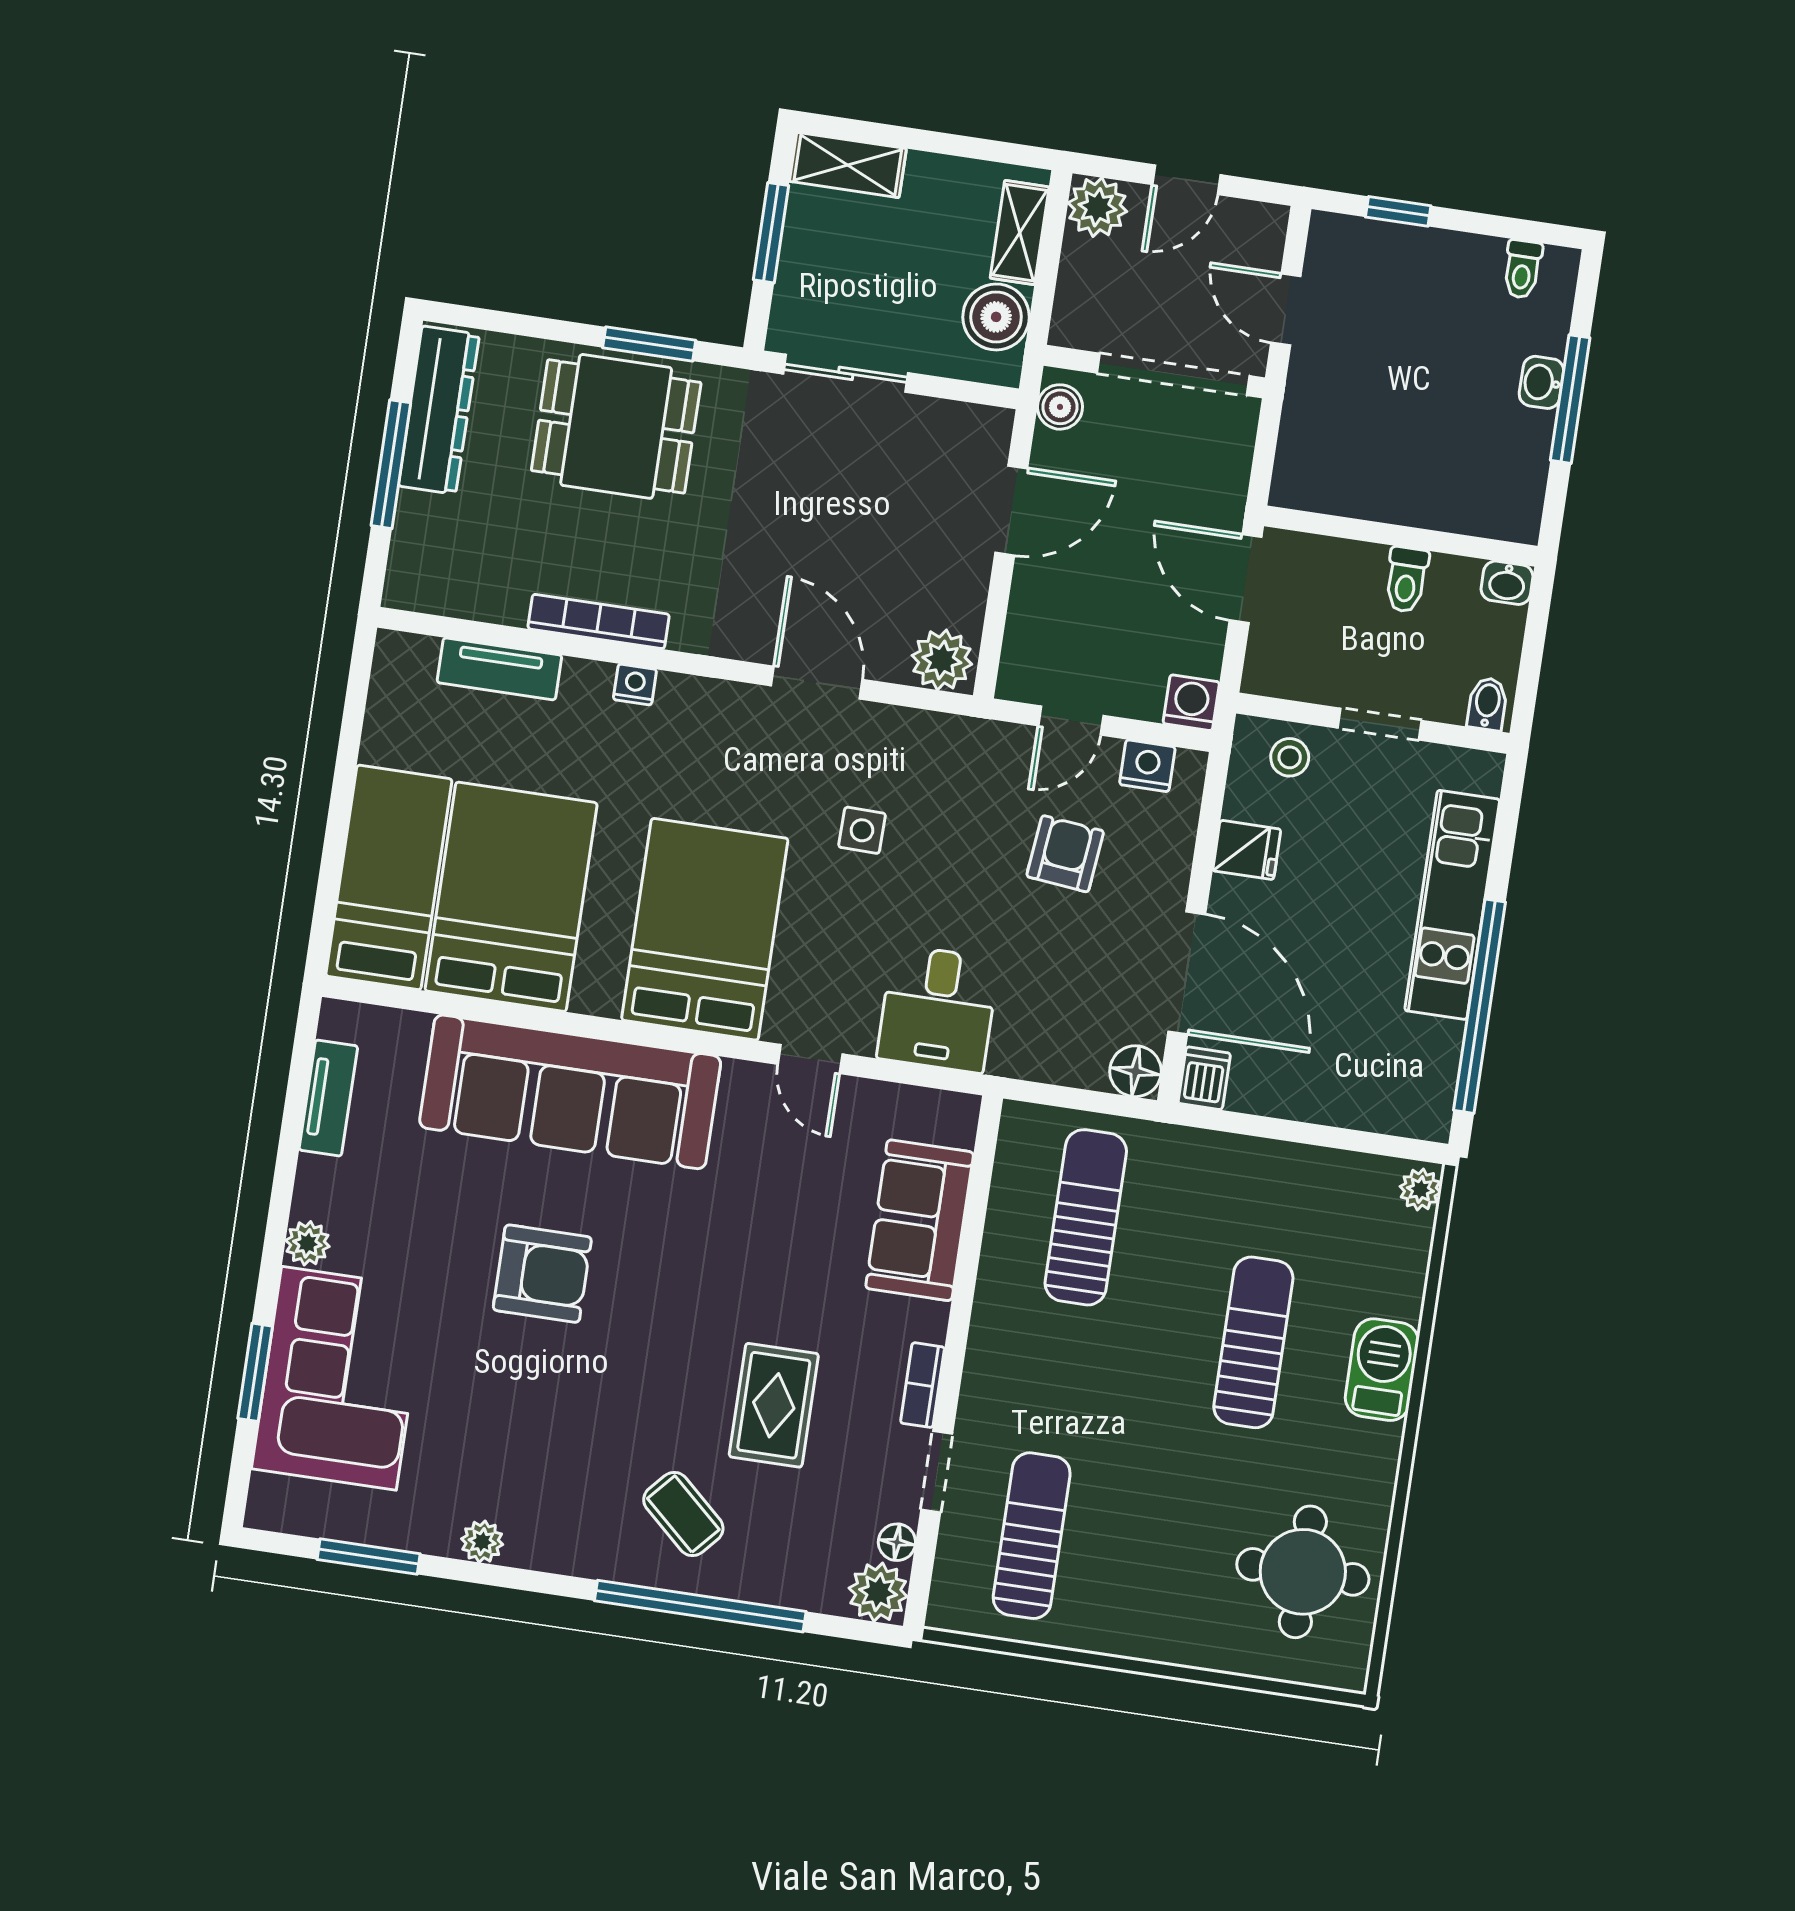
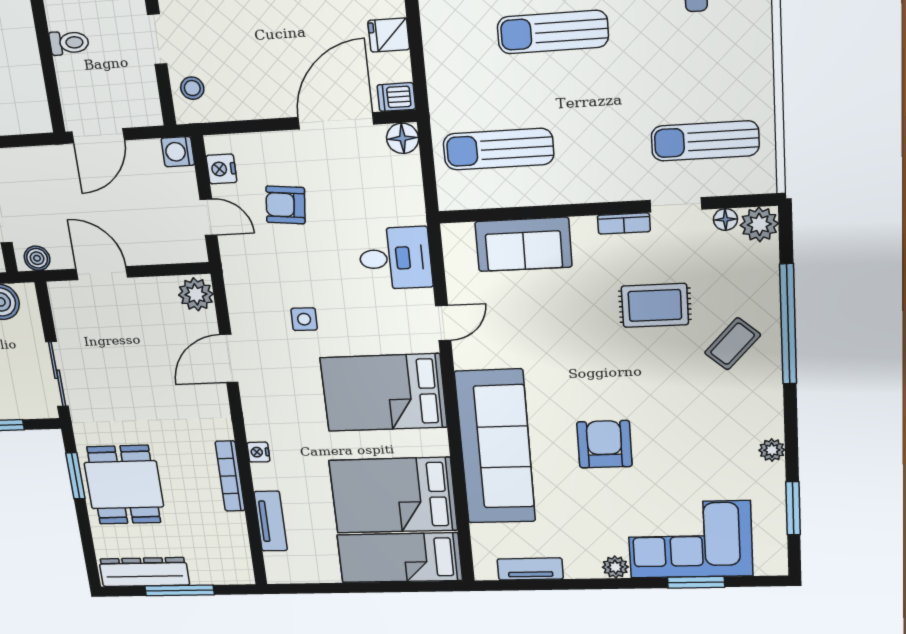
fridge: (1247, 850) -> (389, 35), moved, turned -90

